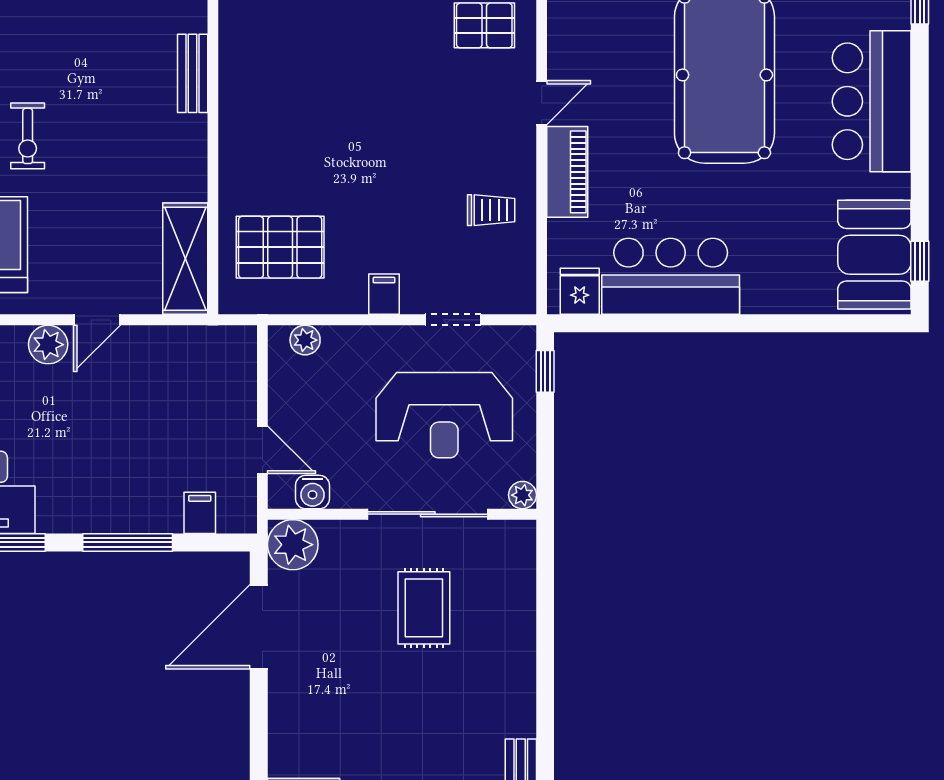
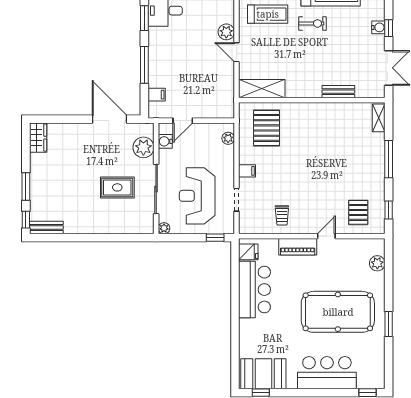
door: (542, 103) -> (326, 236), swing flipped
exercise bike: (28, 136) -> (313, 23), turned 180
plant: (293, 545) -> (143, 147), moved

